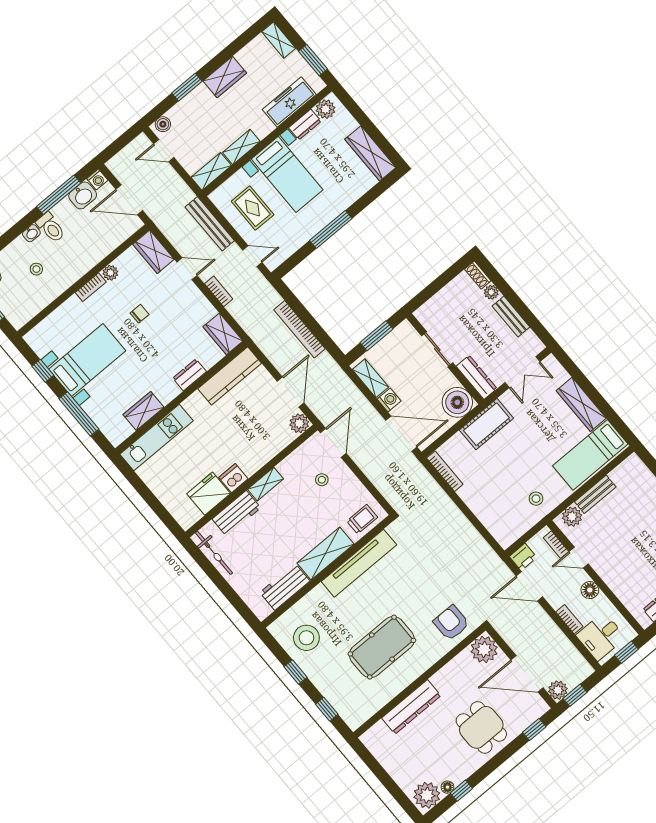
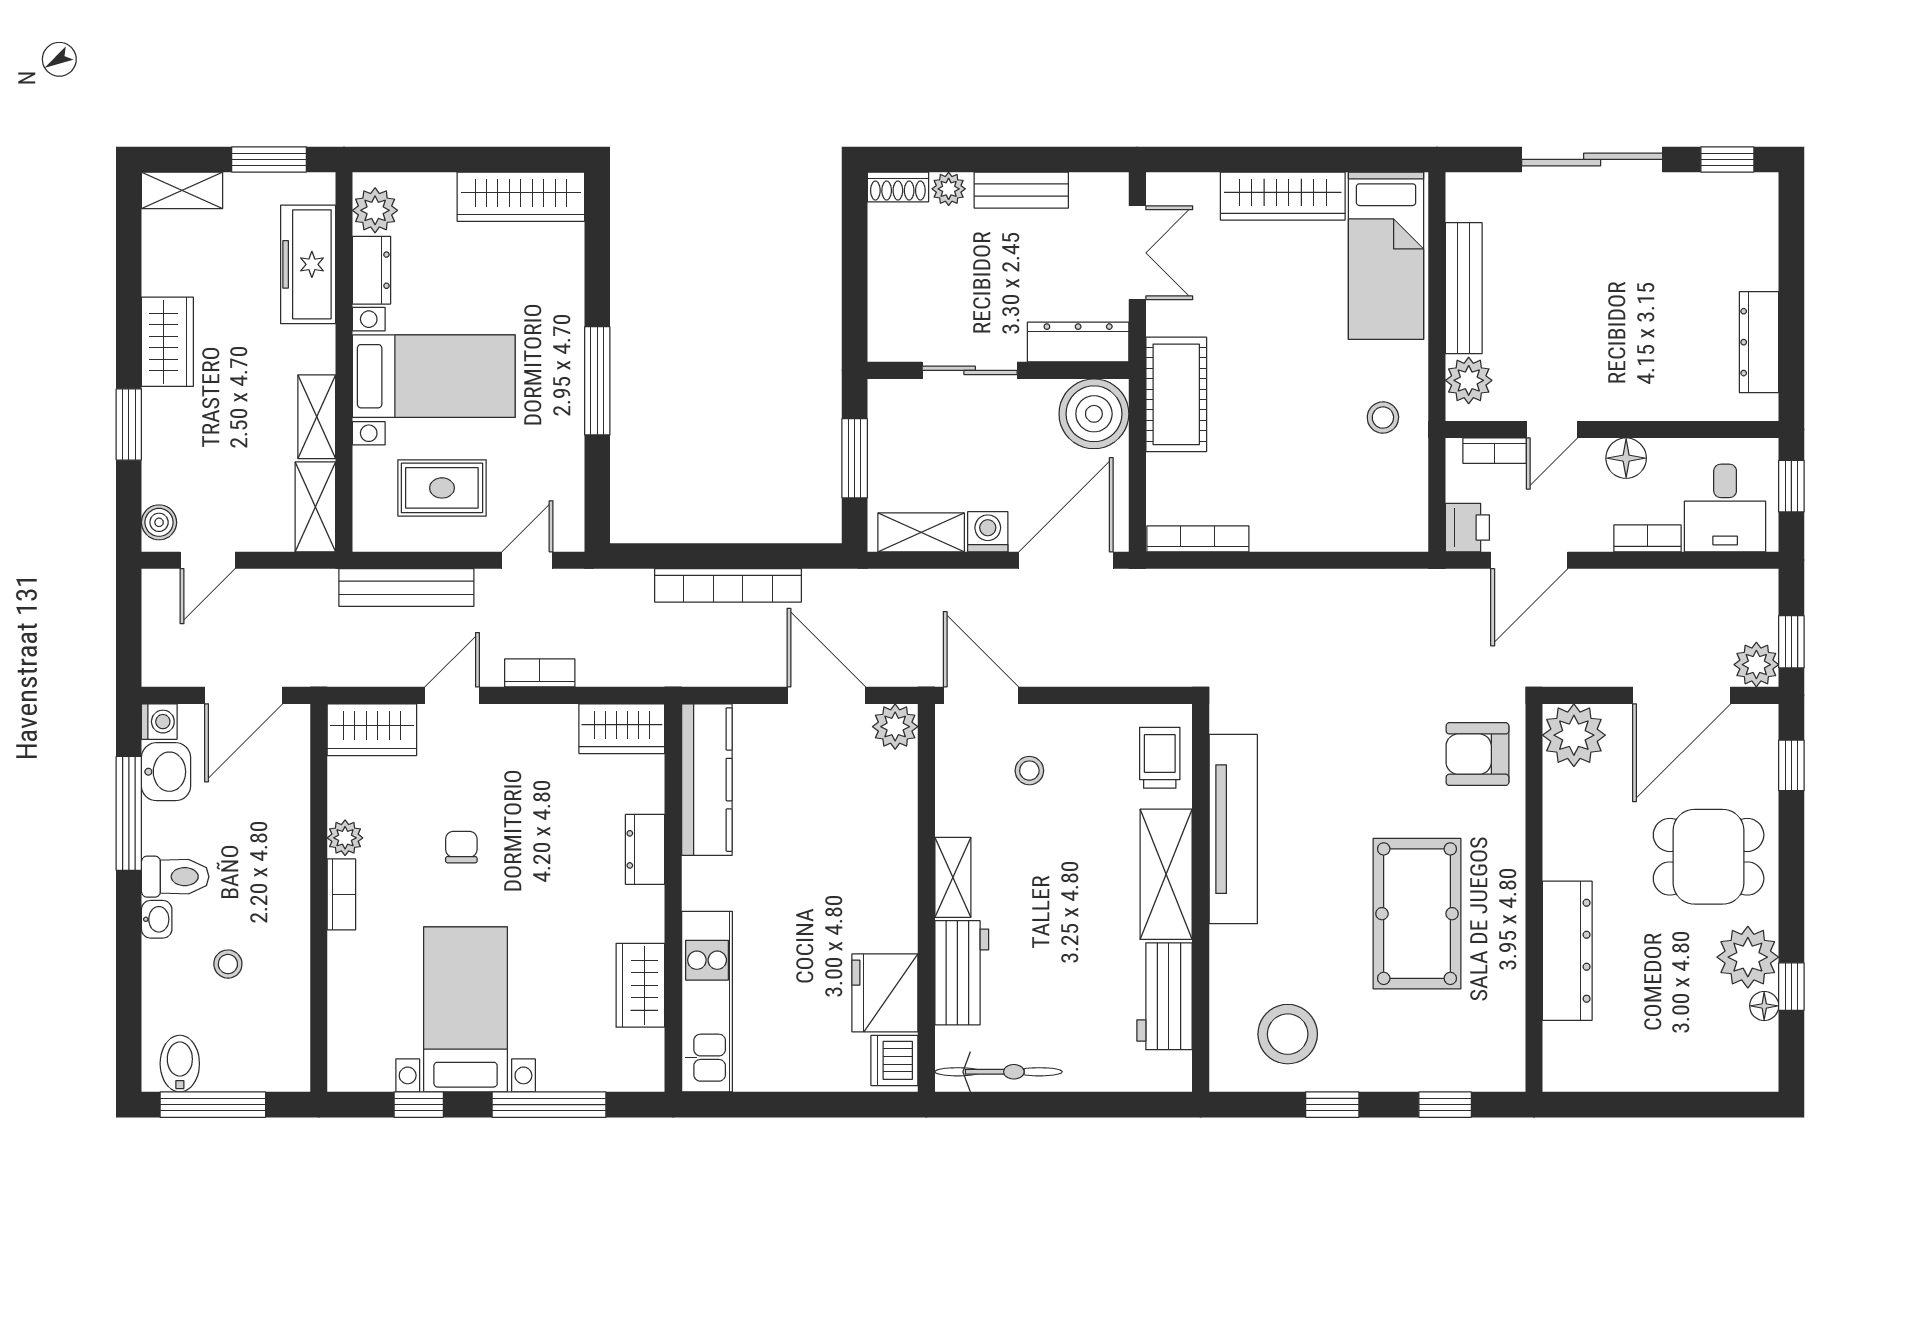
dishwasher: (233, 478) -> (894, 1060), moved
bench: (595, 494) -> (1464, 288), width x1.36
plant: (427, 795) -> (1748, 957), moved

